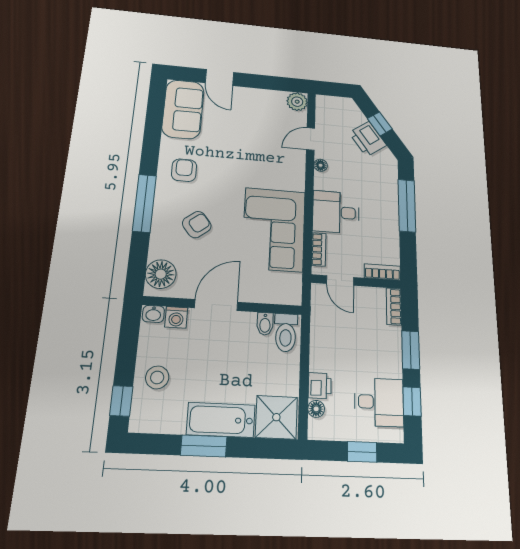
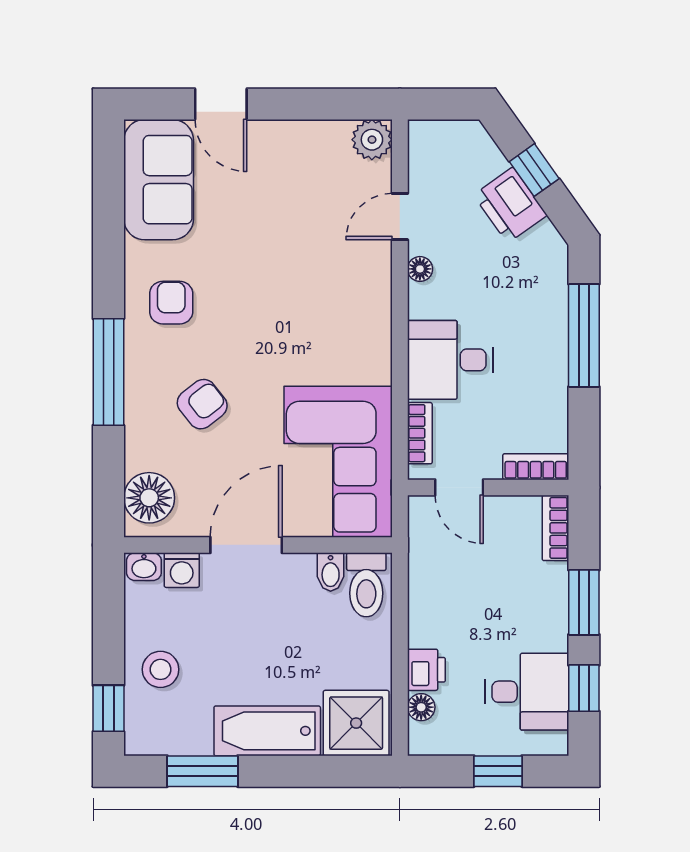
corner sofa: (274, 229) -> (338, 462), moved
window: (204, 446) -> (202, 771), moved

